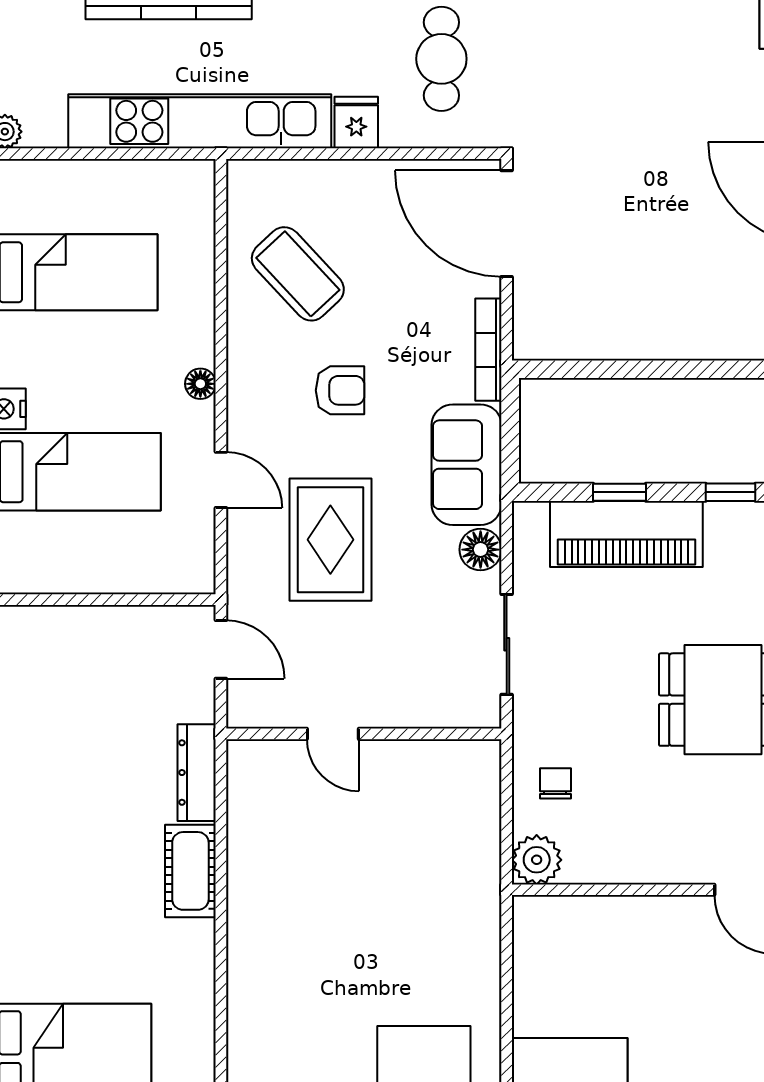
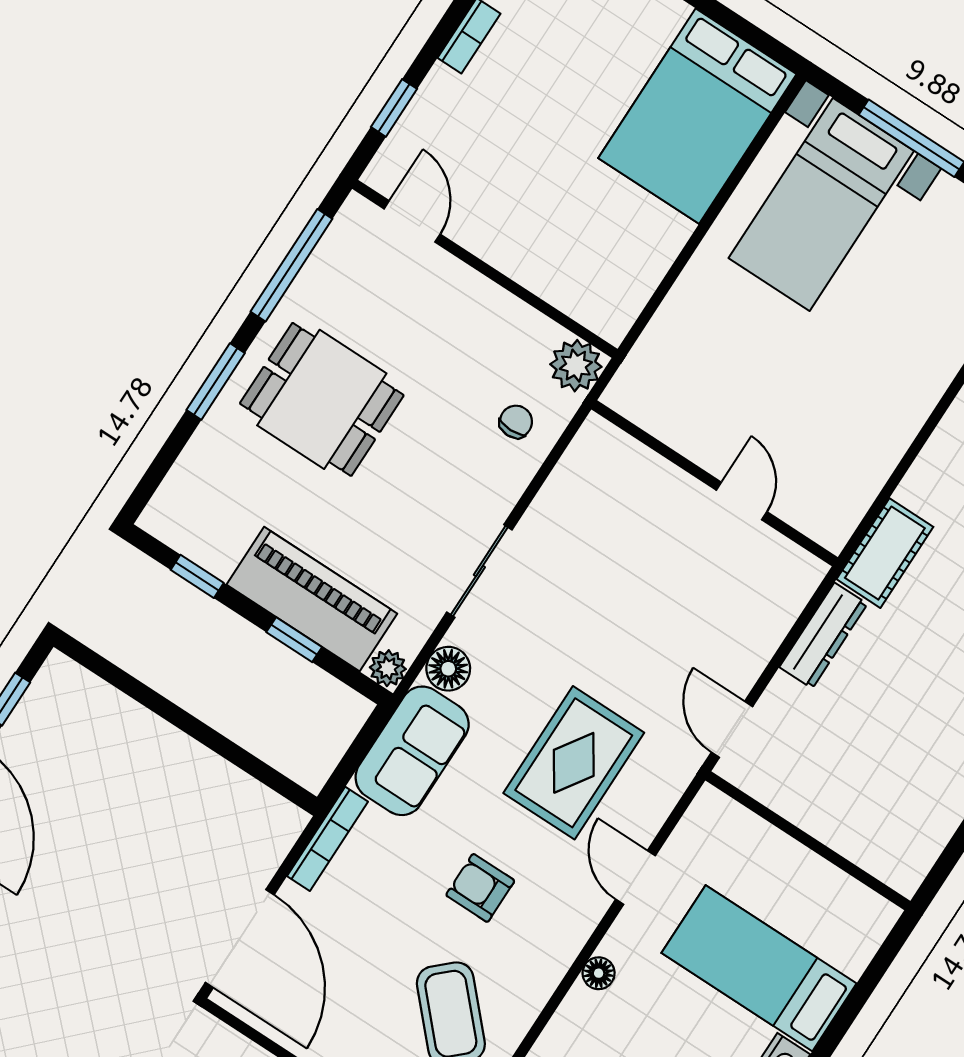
plant: (529, 518) -> (388, 668), added
door: (333, 734) -> (742, 501), moved
wall: (364, 734) -> (714, 483), moved
chair: (555, 783) -> (516, 422), turned 180

